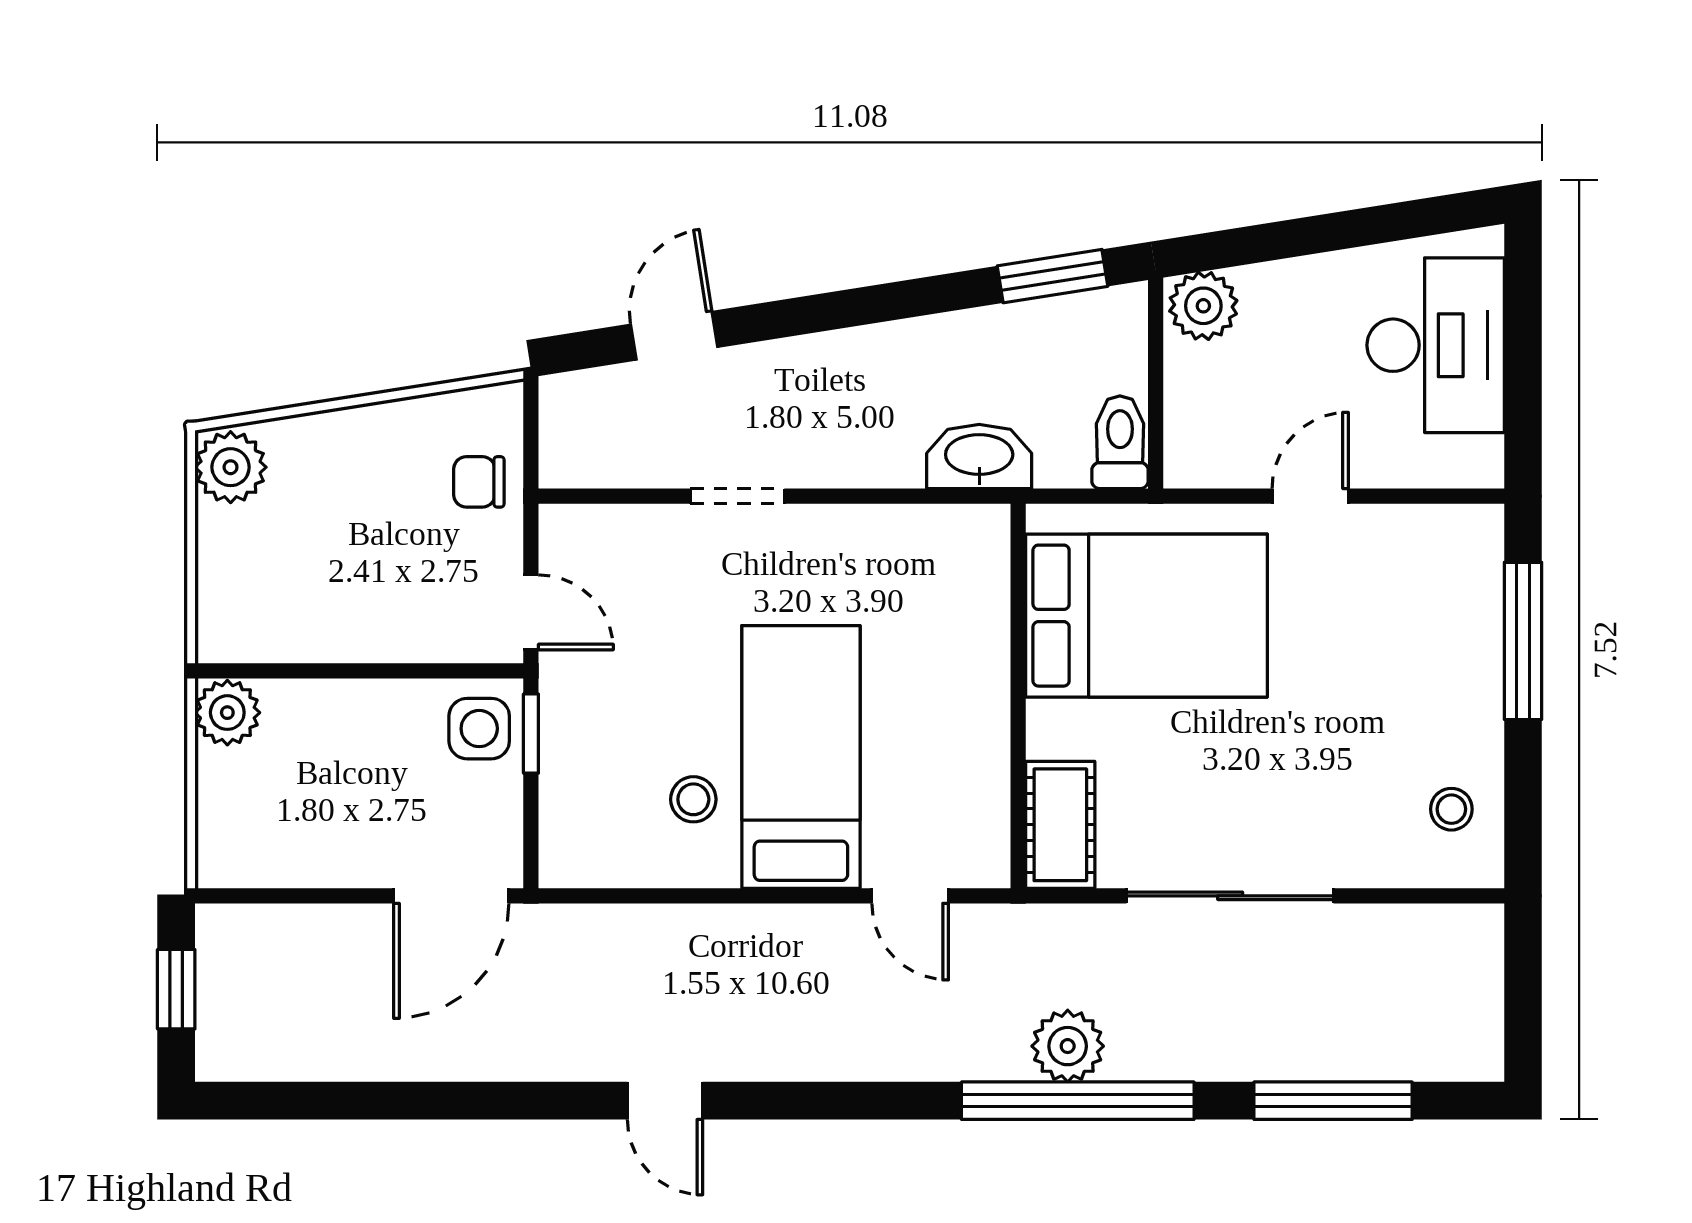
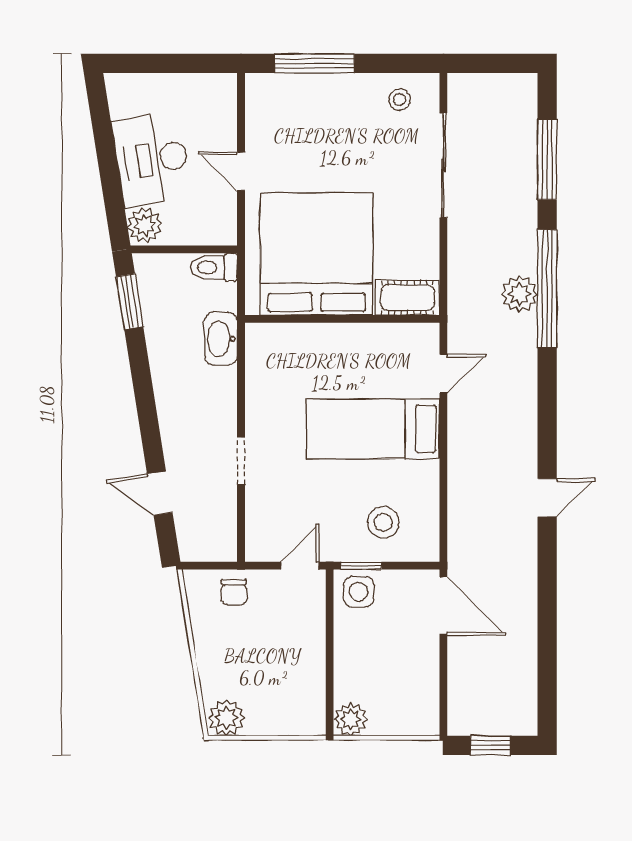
desk: (1436, 345) -> (152, 159), moved, turned -99
bed: (1147, 616) -> (317, 254), width x1.36
stool: (693, 799) -> (383, 522), moved, width x1.37, depth x1.37
sliding door: (1230, 896) -> (443, 165), moved

